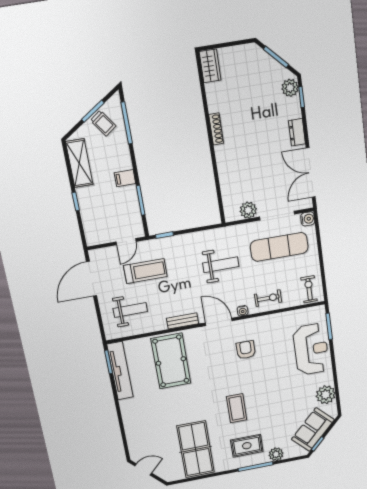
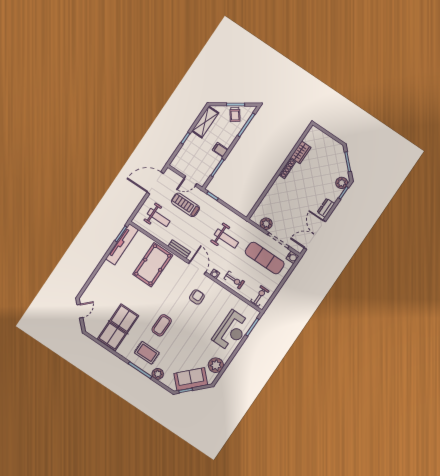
wardrobe: (210, 66) -> (301, 152), moved
treadmill: (145, 271) -> (185, 205), turned 180
door: (143, 470) -> (80, 311), hinge flipped

